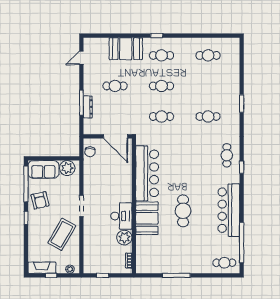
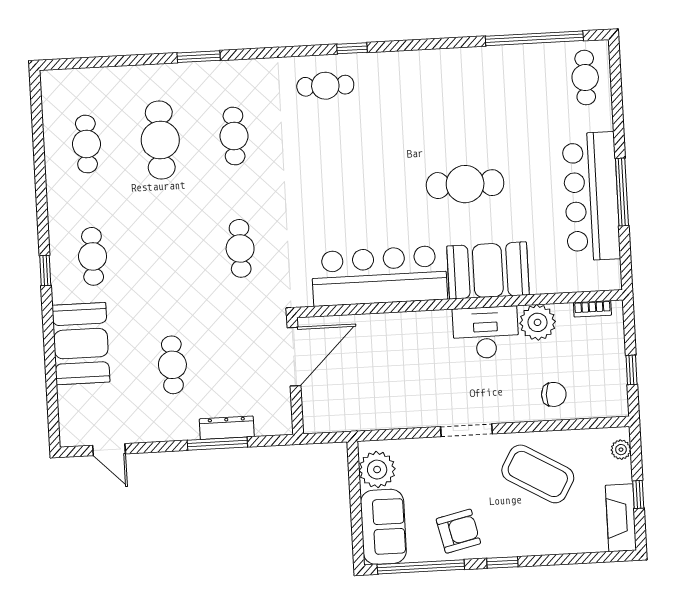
cafe table: (162, 86) -> (160, 140), moved, width x1.37, depth x1.35
chair: (90, 152) -> (554, 394), moved
bar counter: (229, 210) -> (591, 196), moved, turned 90

